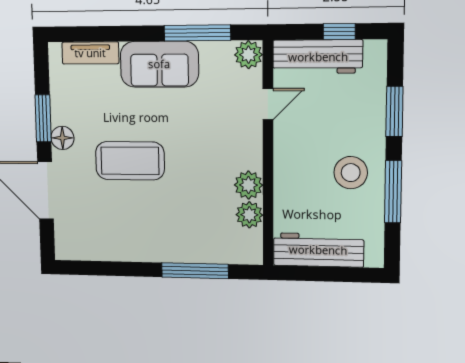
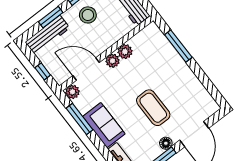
window: (339, 31) -> (43, 71), moved
workbench: (318, 57) -> (47, 35), moved, turned 90
door: (268, 104) -> (86, 69), width x1.87
plant: (249, 215) -> (113, 61), moved

